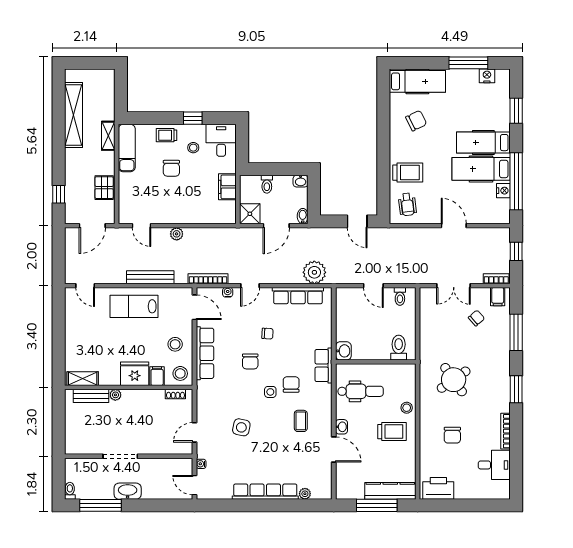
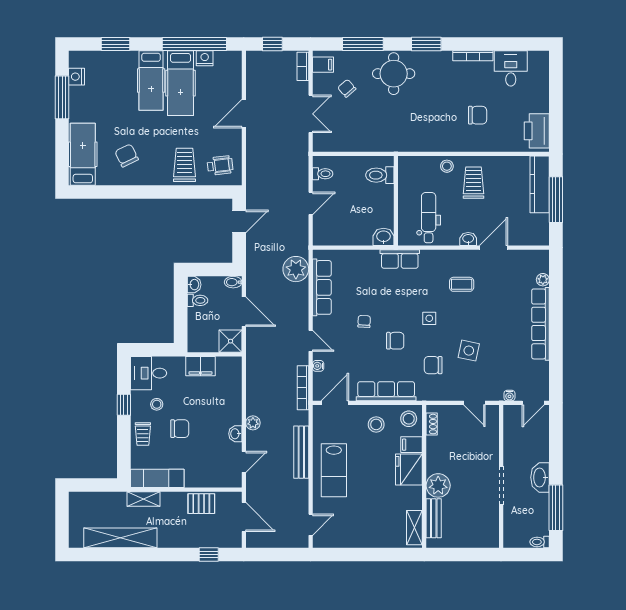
toilet: (267, 184) -> (197, 300), moved
washbasin: (167, 218) -> (235, 434), added
round table: (454, 380) -> (394, 74), moved, turned 35
chair: (291, 384) -> (433, 365), moved
plant: (115, 395) -> (438, 485), width x1.88, depth x1.88

